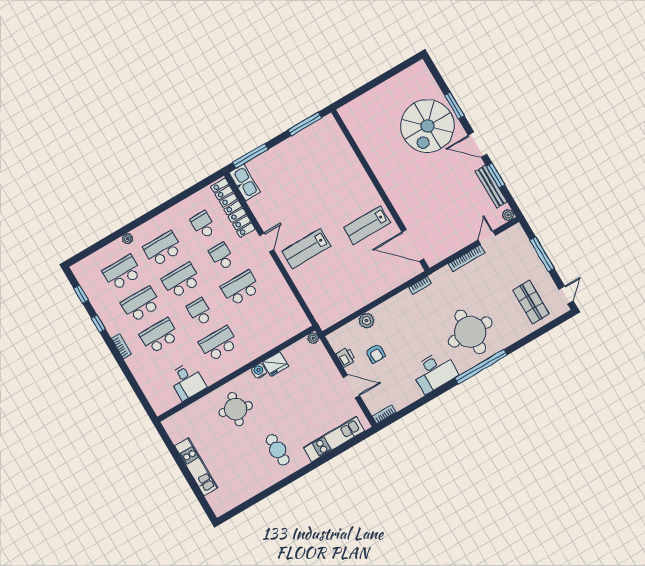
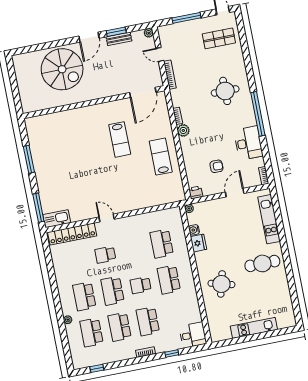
window: (454, 105) -> (54, 44), removed
bench: (491, 187) -> (119, 39), width x0.73
wall: (380, 190) -> (94, 102), moved
school desk: (203, 225) -> (77, 260), removed
door: (413, 245) -> (143, 92), moved
lab bench: (306, 249) -> (161, 157), moved, turned 180
school desk: (240, 288) -> (162, 244), moved
plant: (367, 321) -> (183, 130), moved
window: (98, 324) -> (172, 353), moved
round table: (470, 332) -> (225, 91), width x0.73, depth x0.73
printer: (346, 357) -> (196, 192), moved
window: (481, 367) -> (258, 114), moved
water cooler: (259, 371) -> (194, 230), moved
desk: (434, 372) -> (248, 143), moved
desk: (187, 381) -> (193, 335), moved
cafe table: (278, 450) -> (262, 263), width x1.37, depth x1.35

